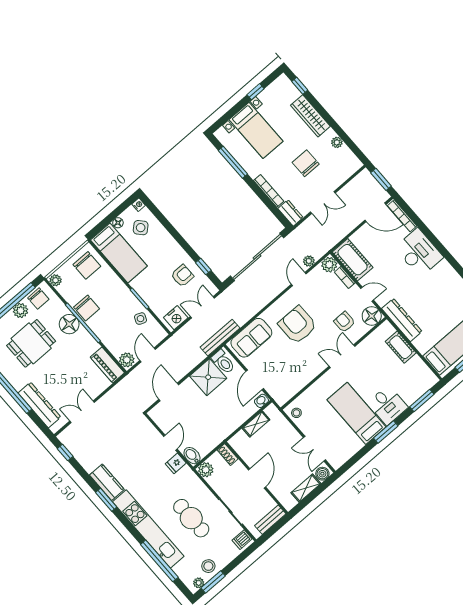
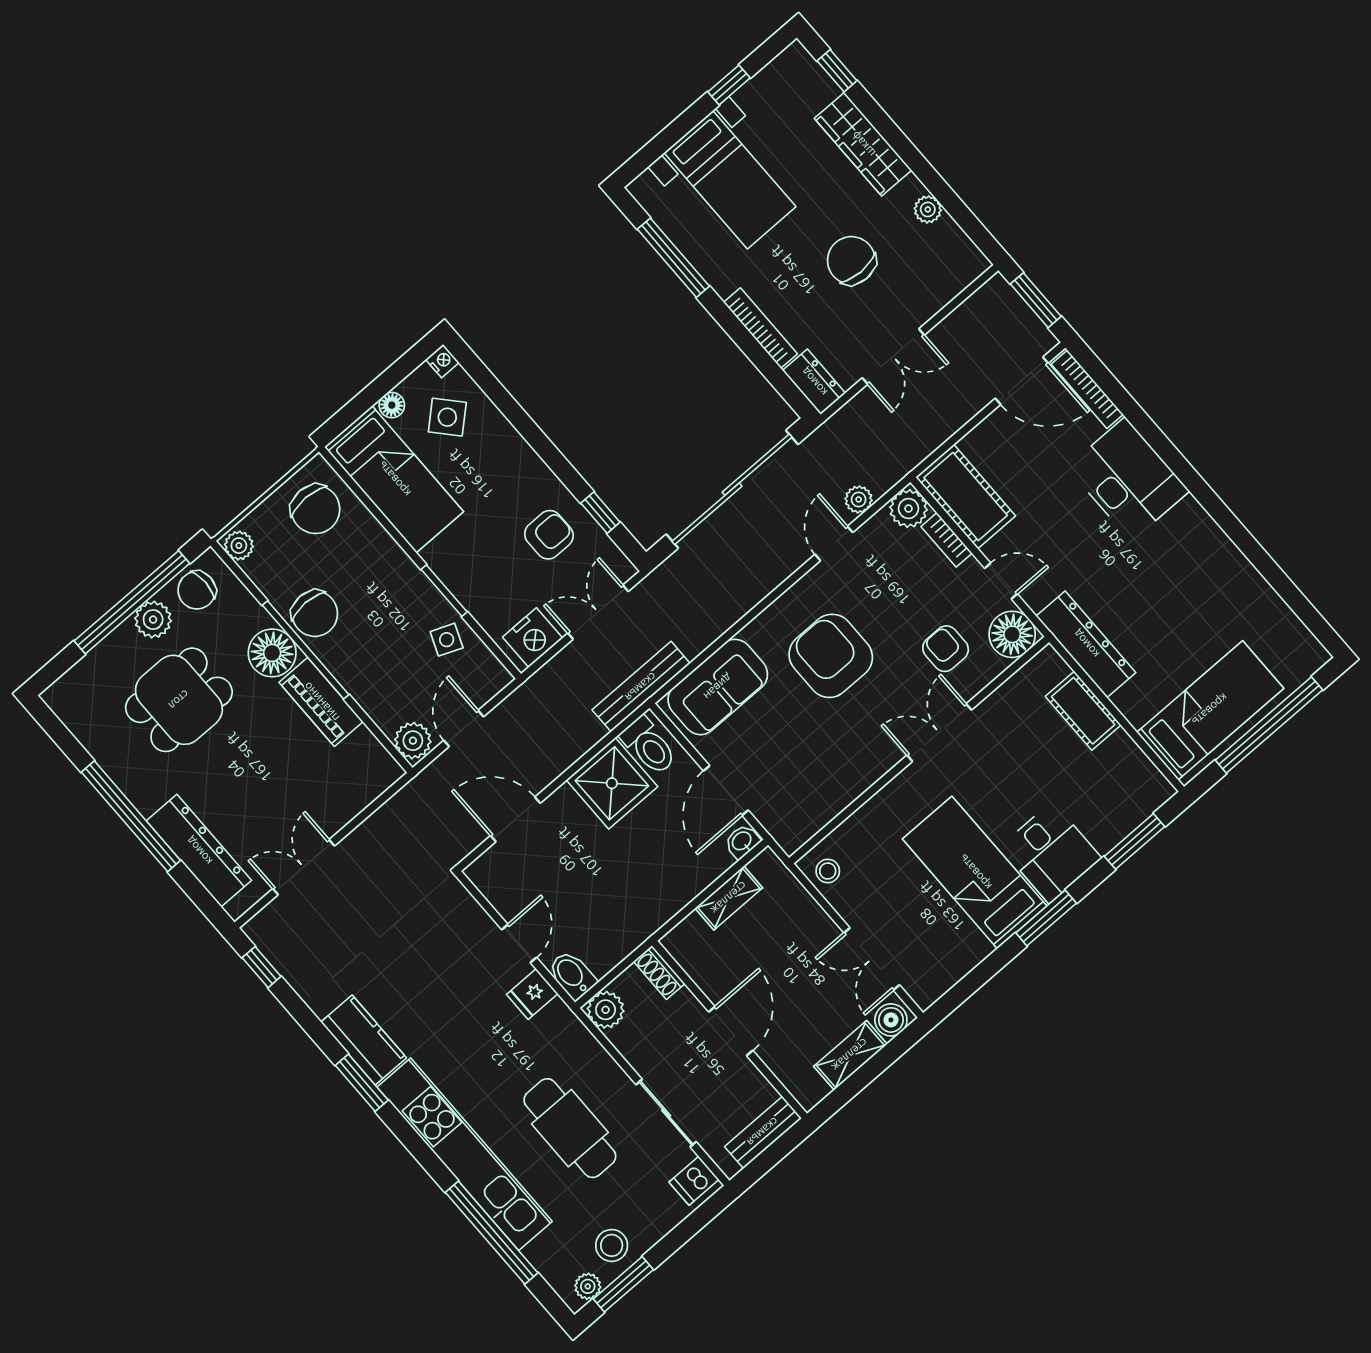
chair: (38, 299) -> (197, 590), turned 90
piano: (107, 365) -> (321, 702), moved
door: (169, 392) -> (515, 819), hinge flipped

